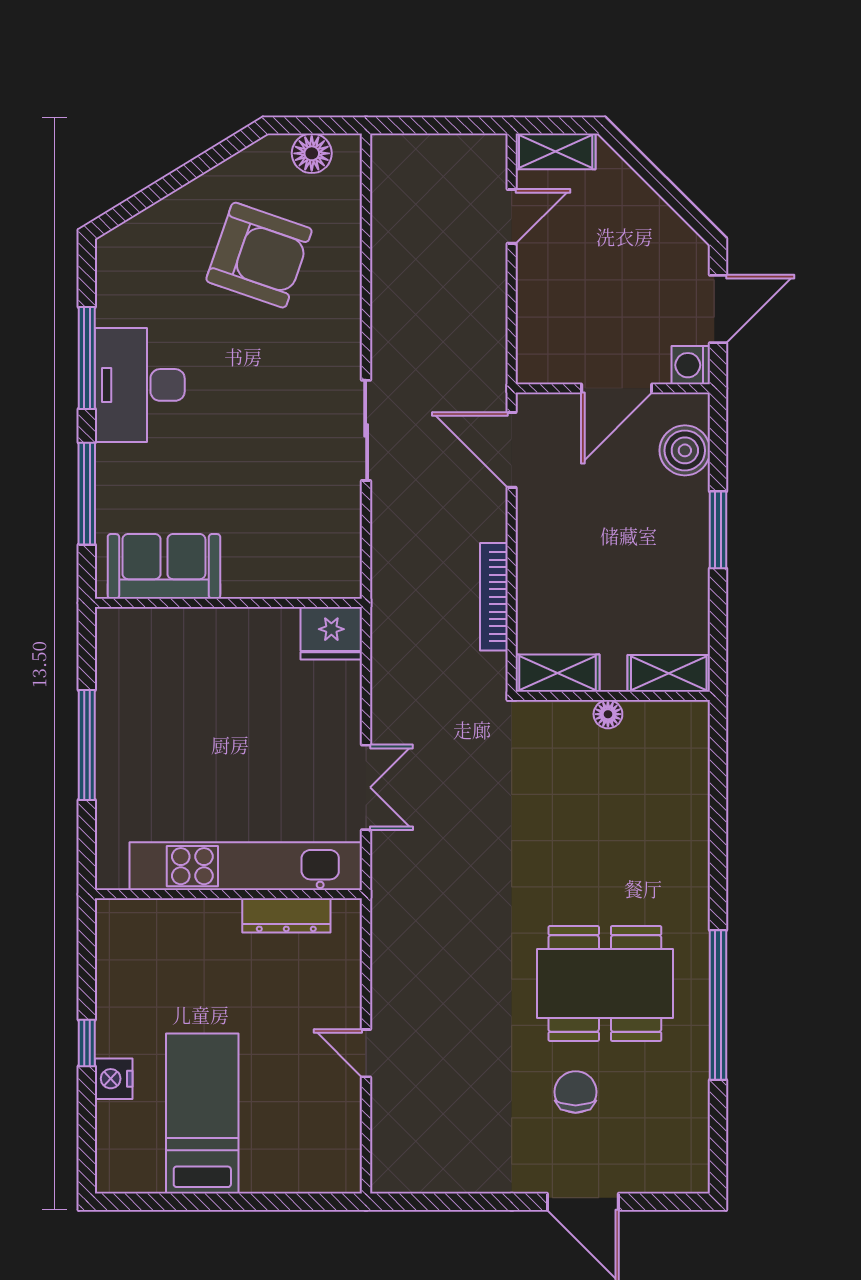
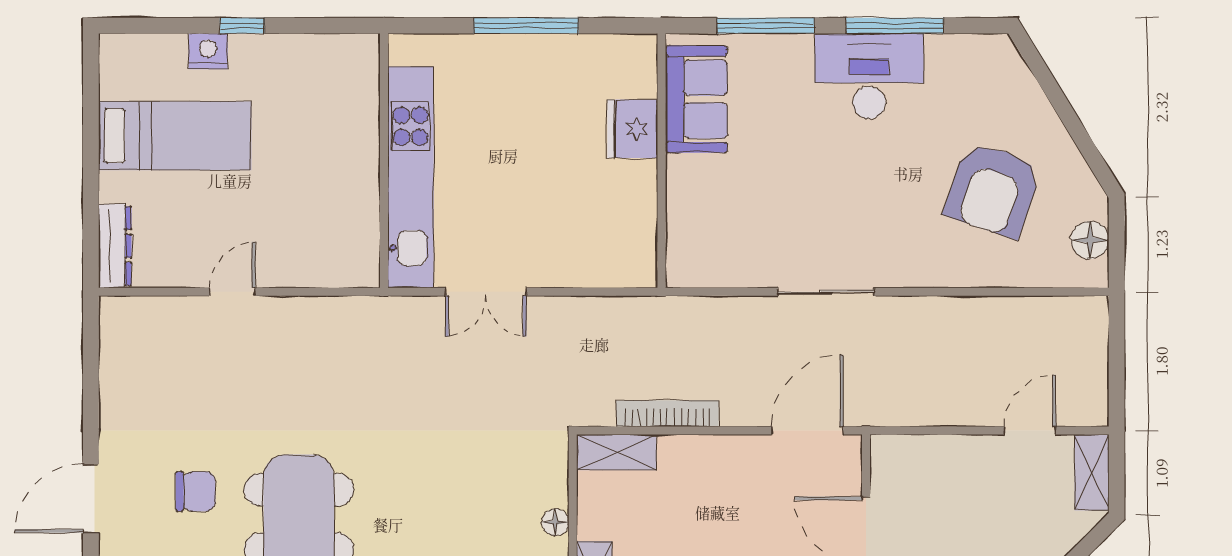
door: (512, 216) -> (1030, 431), swing flipped
fridge: (331, 633) -> (633, 129), moved
shelving: (558, 673) -> (616, 452), moved, turned 90
dresser: (286, 915) -> (115, 246), moved, turned 180

